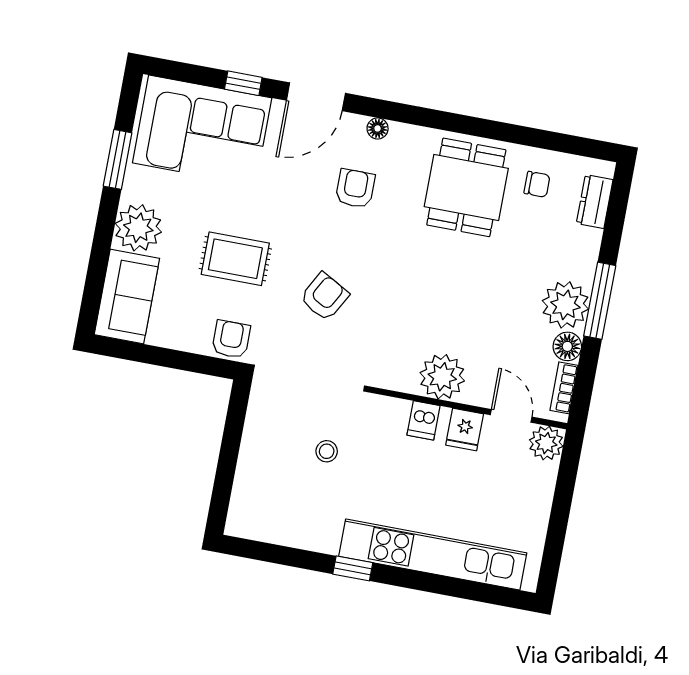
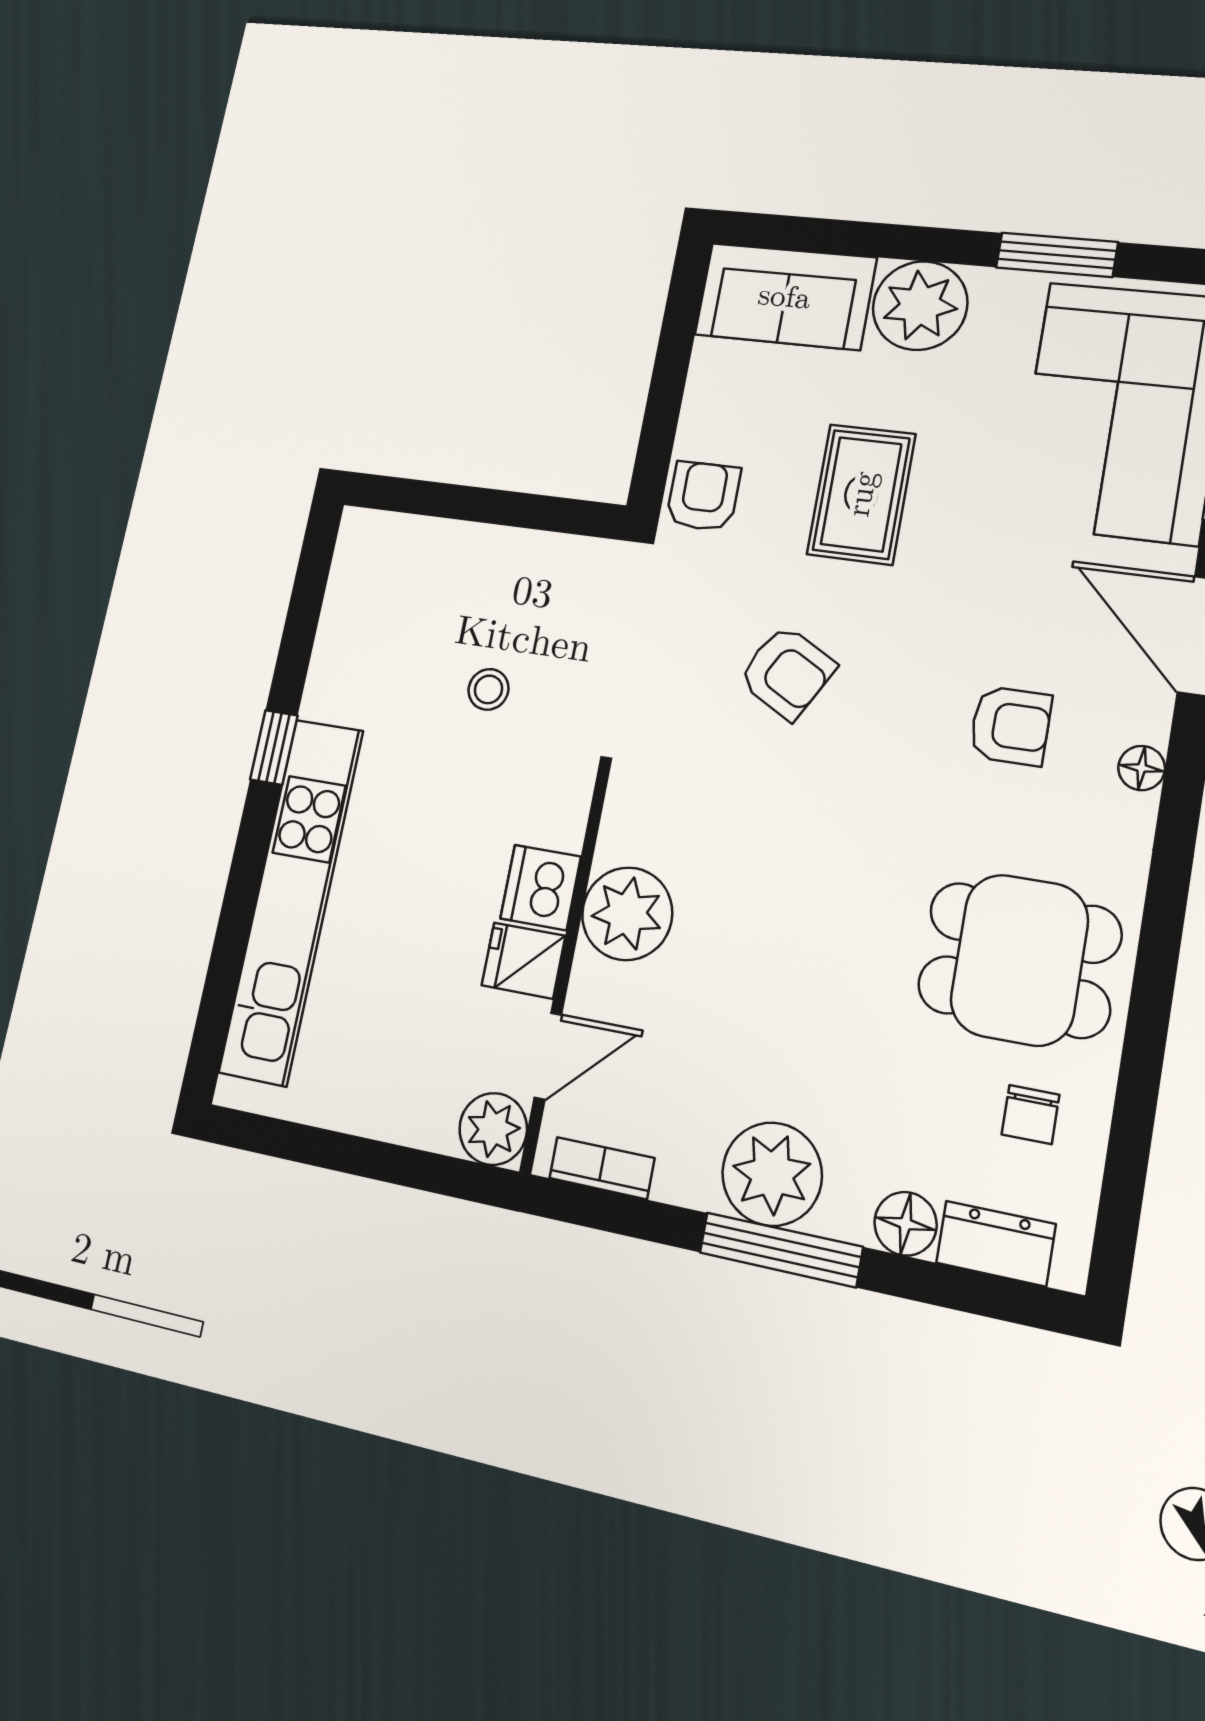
armchair: (231, 339) -> (703, 496), turned -90
floor lamp: (567, 346) -> (906, 1224), moved
dishwasher: (424, 420) -> (541, 888), width x1.38

